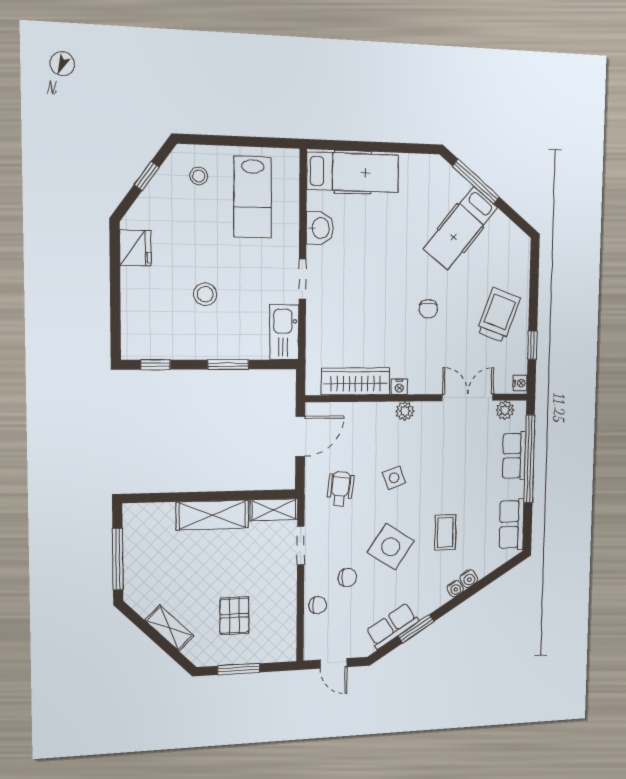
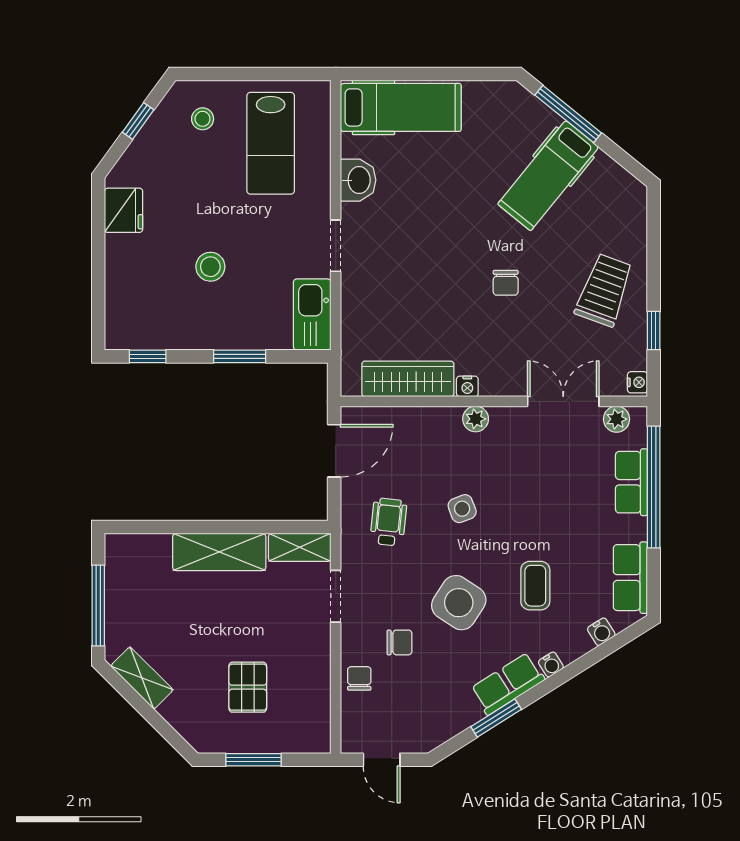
water cooler: (469, 579) -> (601, 632), moved
chair: (318, 605) -> (359, 678), turned -90
row of seats: (392, 626) -> (508, 684), moved
shelving: (169, 628) -> (142, 678), moved

